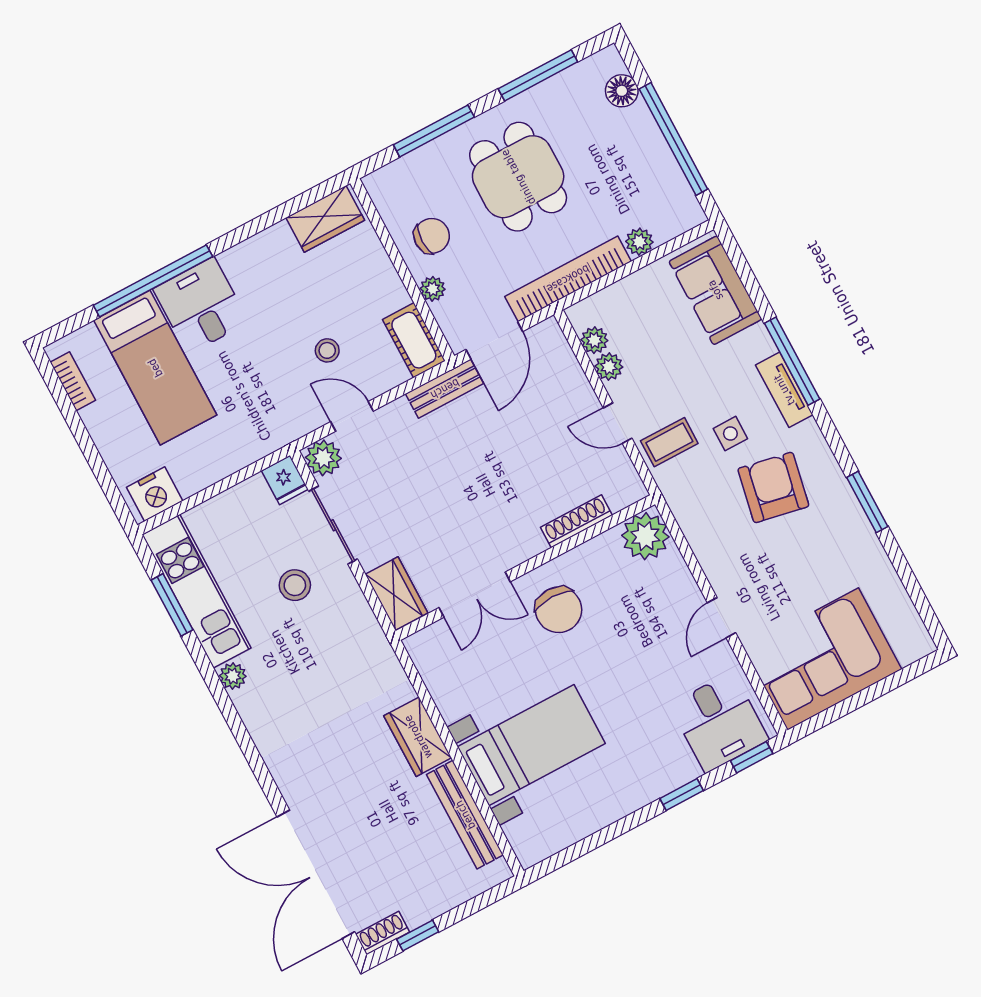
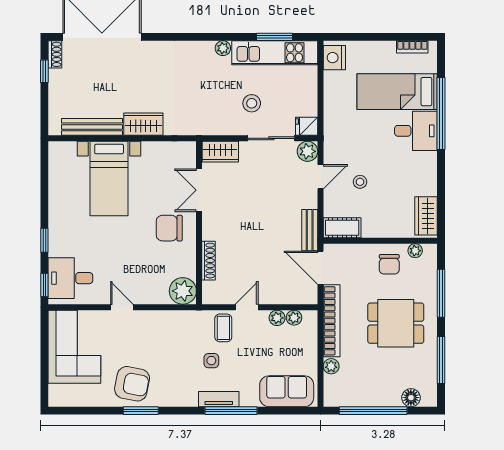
plant: (433, 289) -> (415, 251), moved
armchair: (773, 487) -> (132, 384), moved

